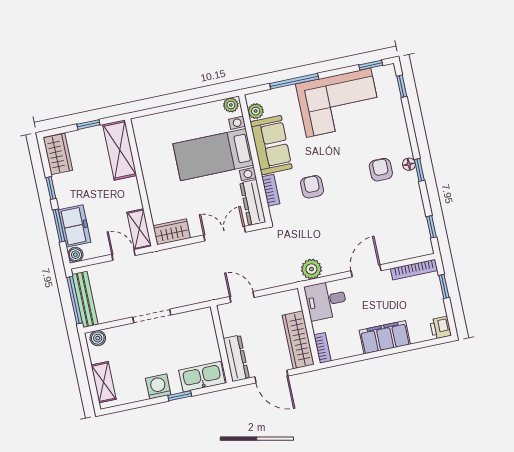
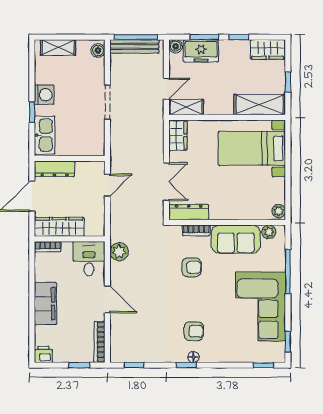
bed with nightstands: (213, 155) -> (252, 148), moved, turned -90

